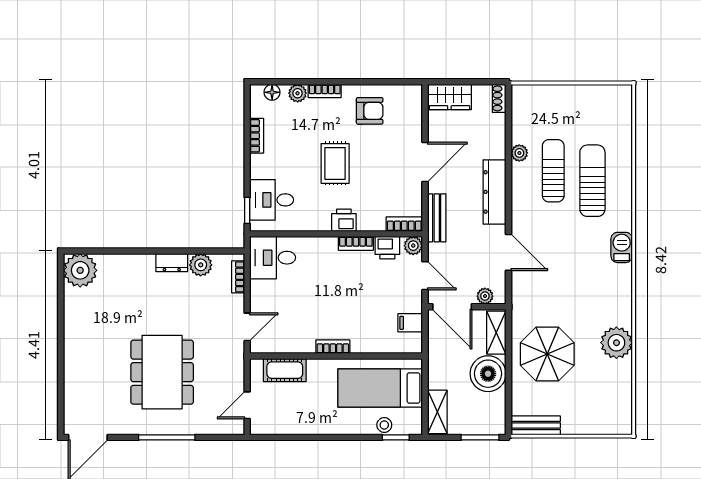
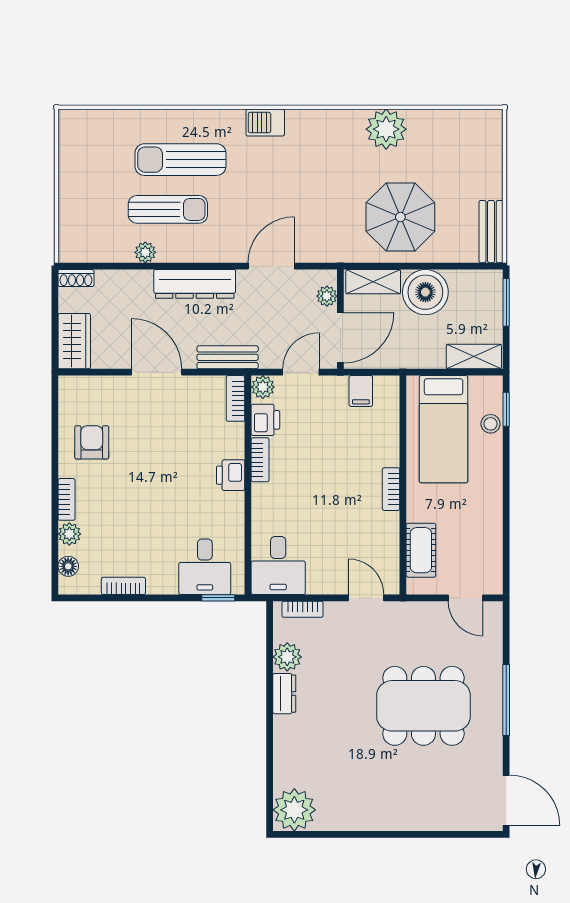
rug: (335, 163) -> (159, 486), removed
sun lounger: (553, 171) -> (168, 209), turned 180

